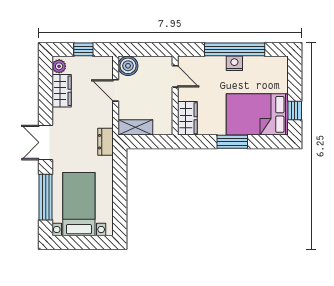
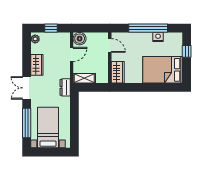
nightstand: (234, 63) -> (158, 37), moved
door: (116, 90) -> (72, 54), swing flipped
wardrobe: (62, 91) -> (37, 65), moved
window: (295, 110) -> (187, 51), moved
window: (232, 142) -> (147, 87), removed

